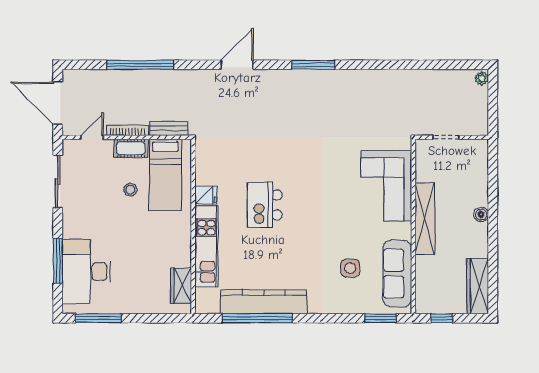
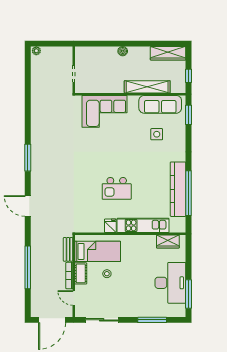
shelving: (425, 219) -> (147, 87), moved
desk: (86, 272) -> (170, 283), moved, turned -90

